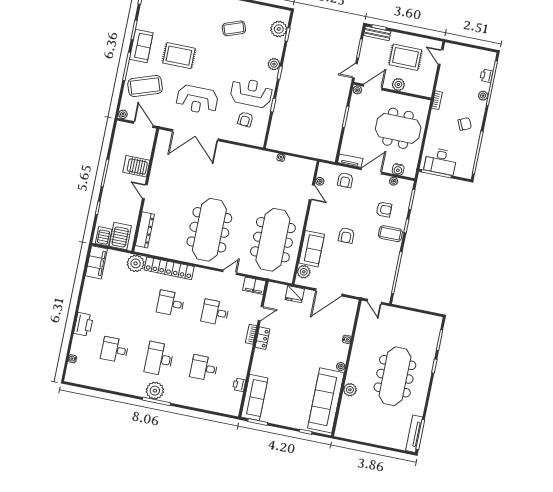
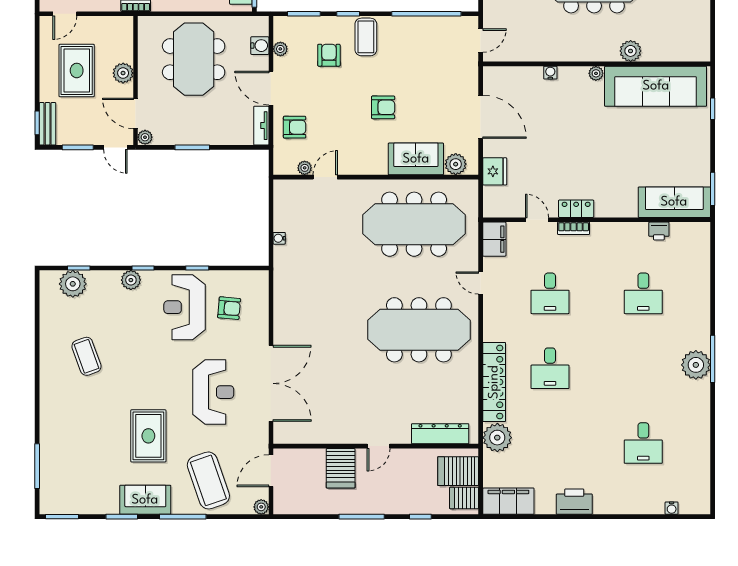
printer: (83, 324) -> (574, 502), moved
desk: (159, 359) -> (643, 368), removed

